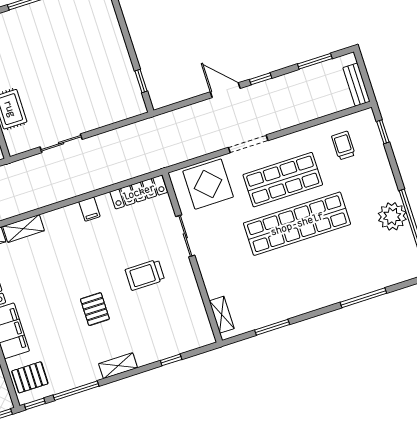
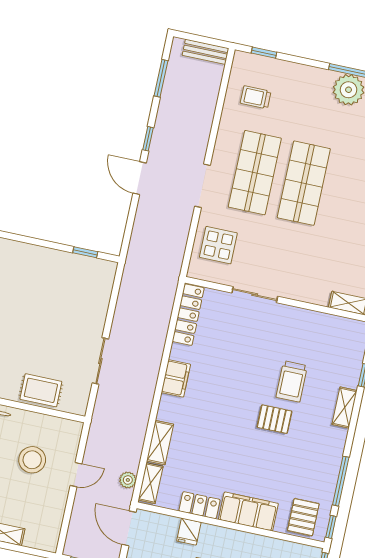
door: (225, 90) -> (140, 178), hinge flipped
display table: (208, 184) -> (218, 245), width x0.73, depth x0.73
filing cabinet: (89, 209) -> (176, 378), width x2.00
shop shelf: (297, 224) -> (304, 183), width x0.71
trolley: (145, 275) -> (292, 381), moved
shelving: (118, 366) -> (345, 407), moved

